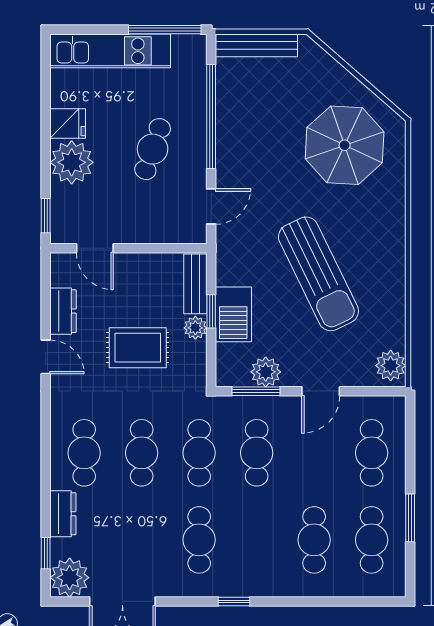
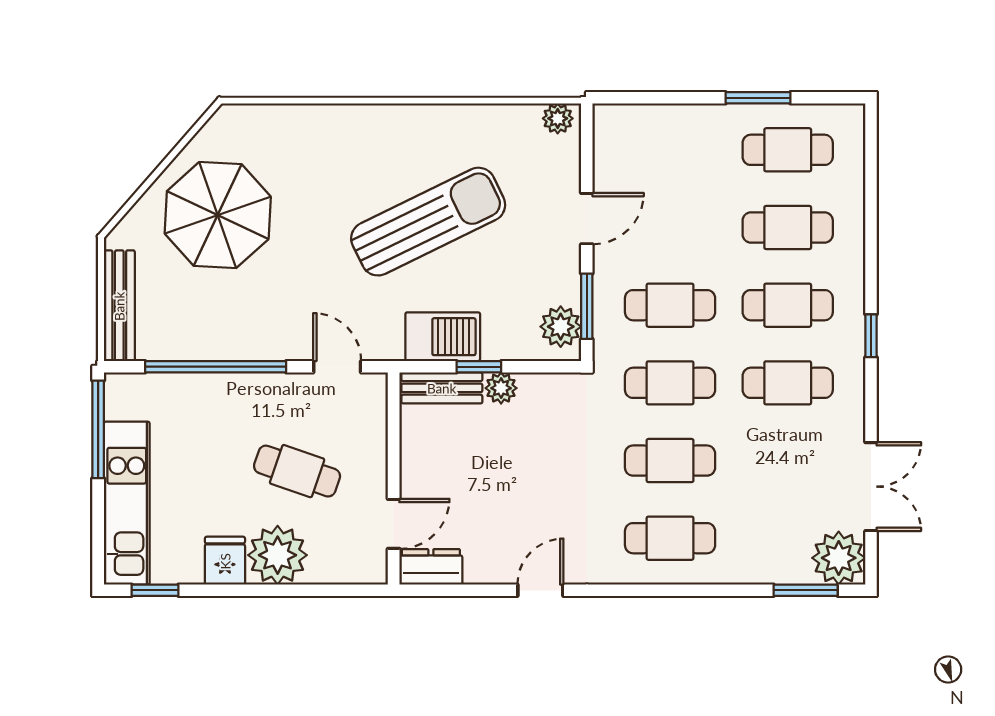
parasol: (345, 145) -> (218, 215), moved
cafe table: (153, 149) -> (297, 471), moved
window: (46, 216) -> (155, 590), moved
dresser: (63, 311) -> (431, 567), moved
barbecue: (233, 314) -> (443, 337), moved
rug: (138, 348) -> (528, 466), removed
plant: (391, 366) -> (558, 118), width x0.73, depth x0.73
plant: (266, 372) -> (561, 327), moved
door: (321, 391) -> (587, 219), hinge flipped
cafe table: (372, 453) -> (788, 305), moved
dresser: (63, 514) -> (752, 567), removed
window: (46, 553) -> (806, 590), width x1.50

